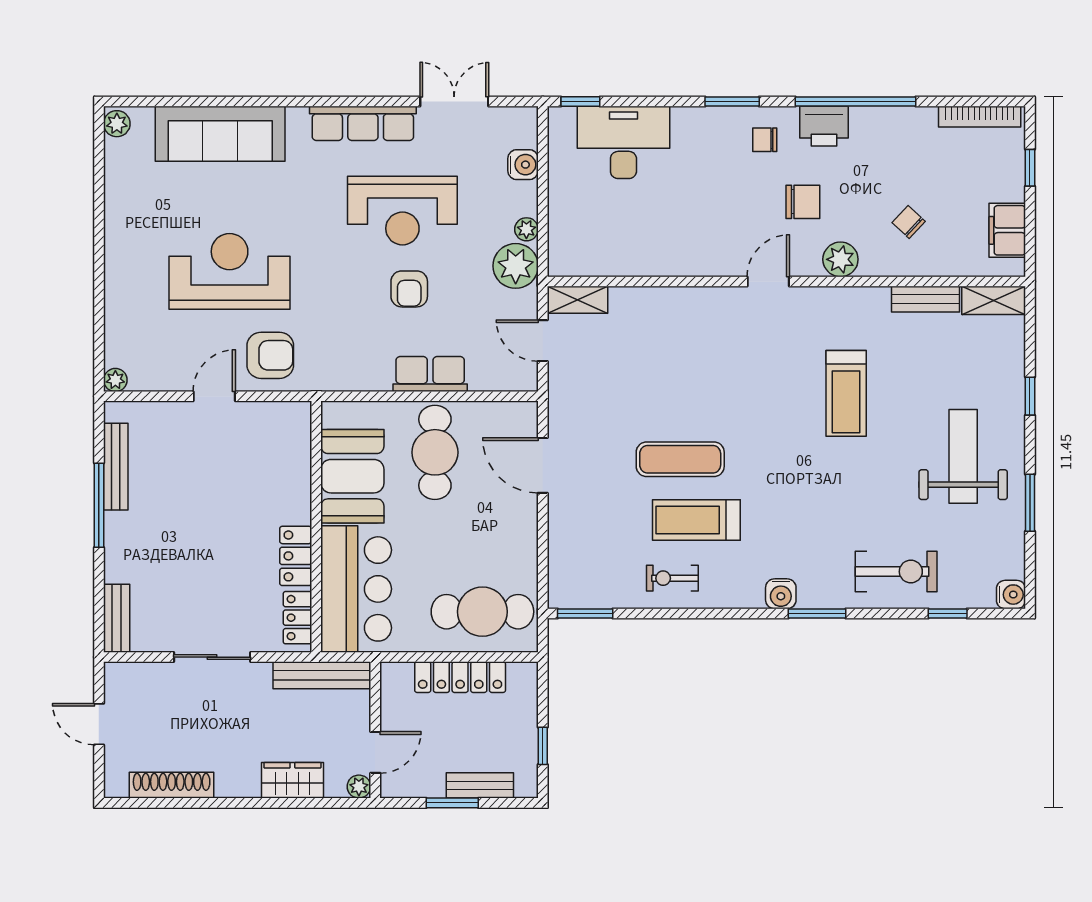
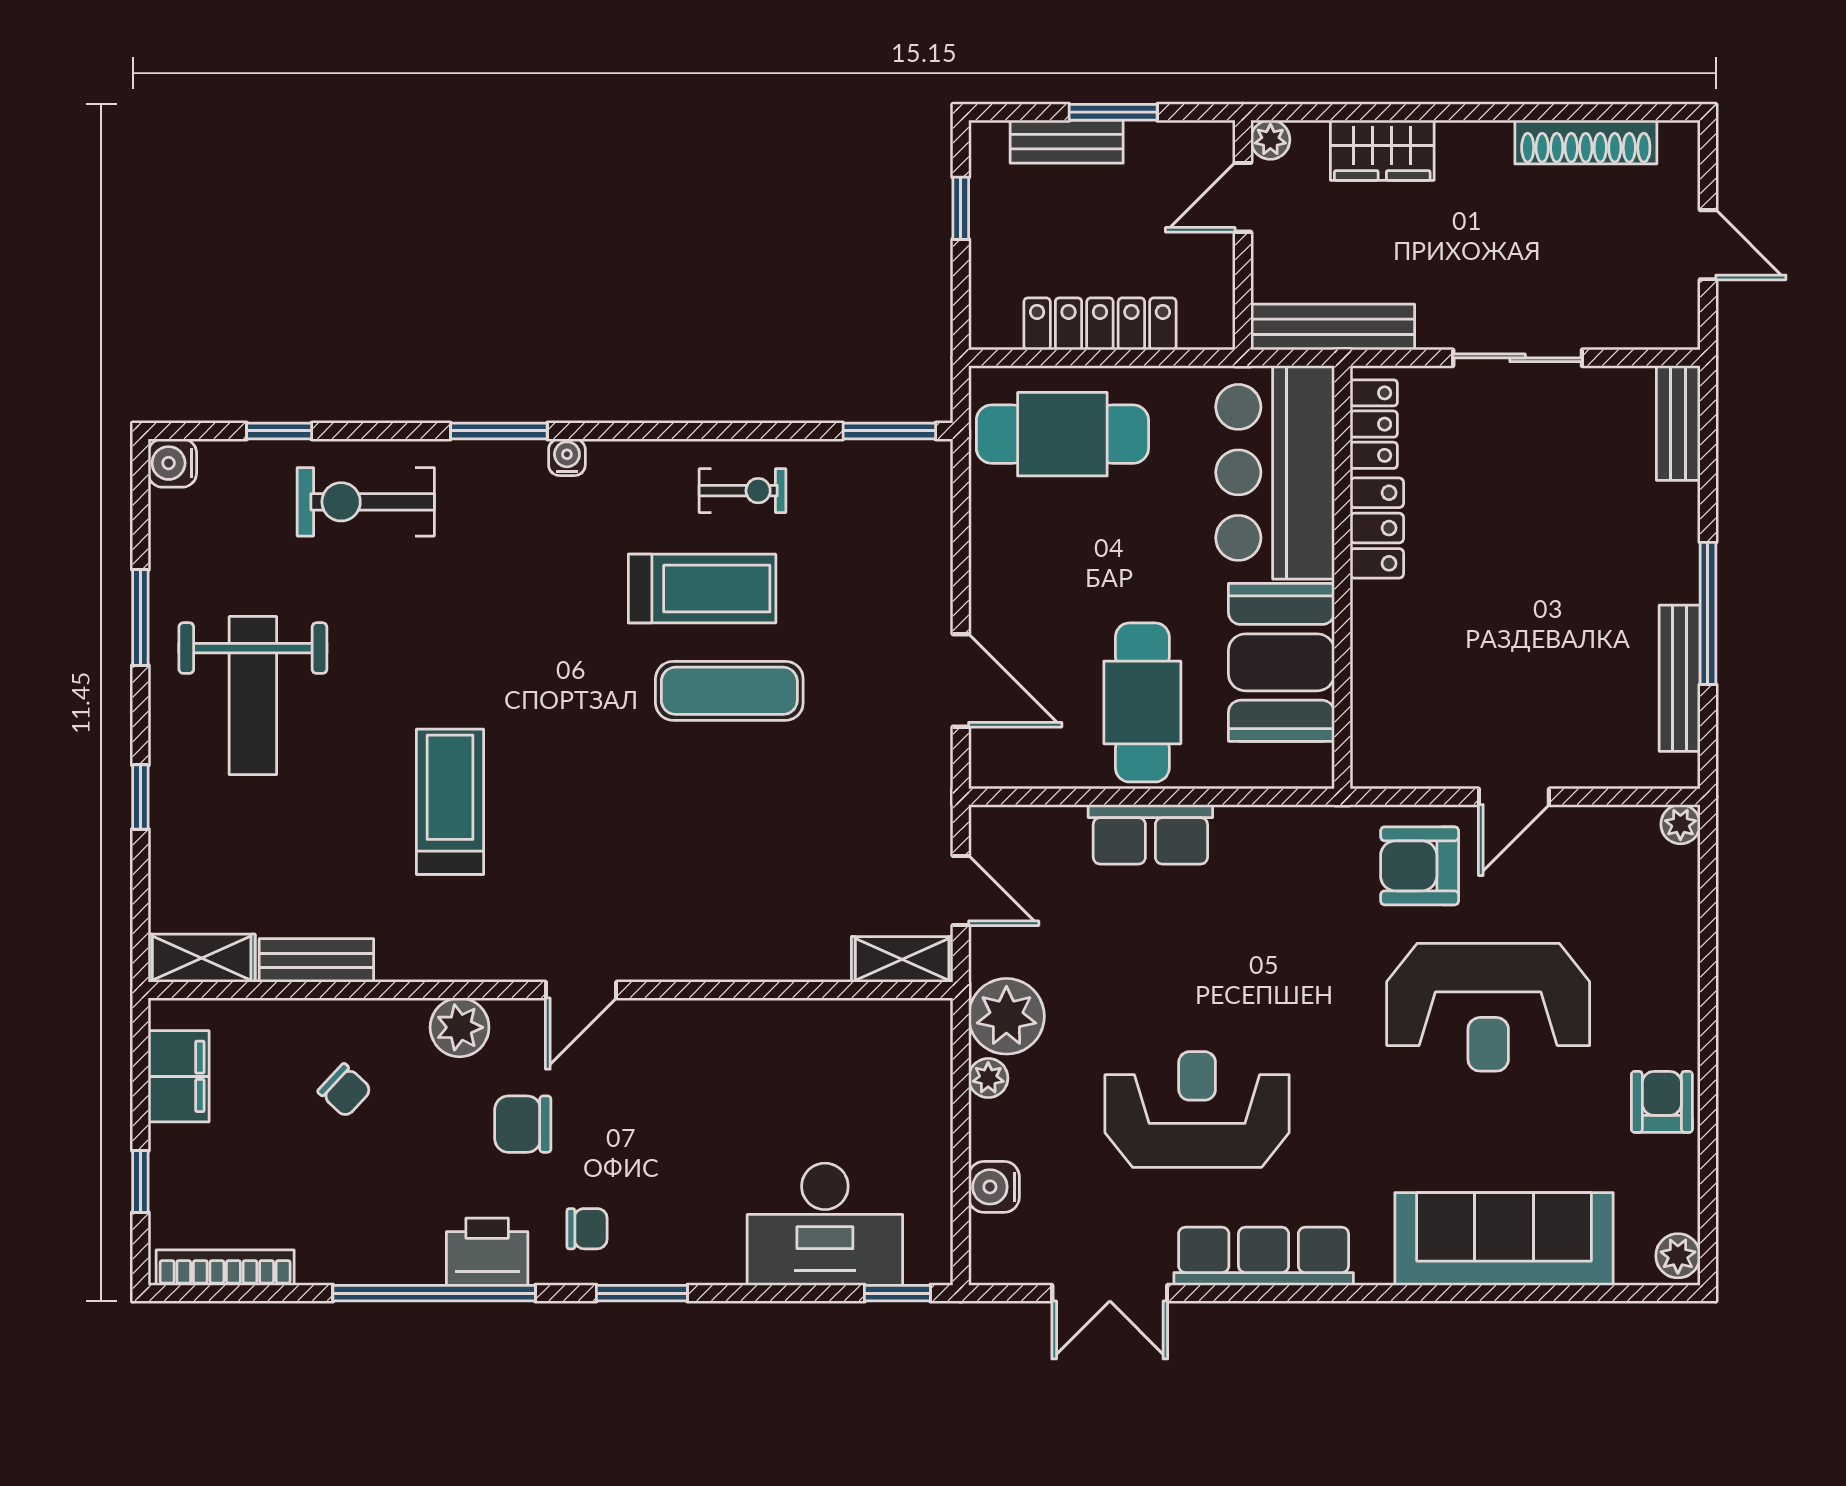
armchair: (409, 289) -> (1662, 1102), moved
water cooler: (781, 594) -> (567, 457), width x0.72, depth x0.72

